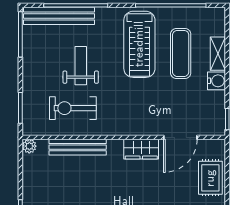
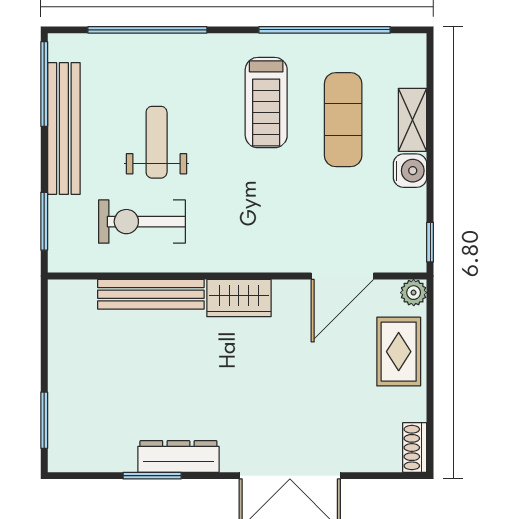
bench: (59, 16) -> (64, 128), moved, turned 90
treadmill: (139, 44) -> (266, 103), width x0.73, depth x0.73
plant: (29, 146) -> (414, 293), moved
wardrobe: (141, 149) -> (239, 298), moved

